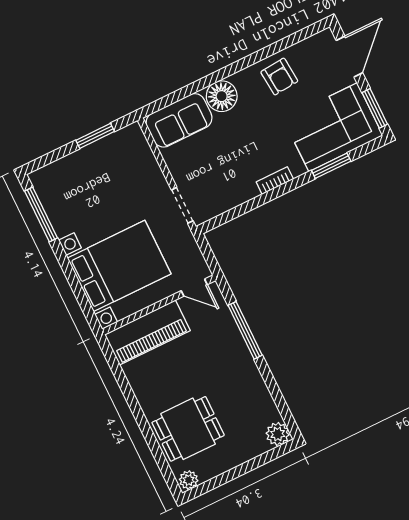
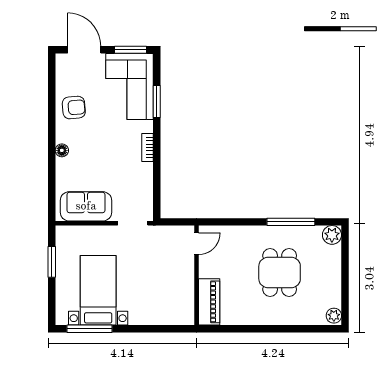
floor lamp: (222, 96) -> (62, 150), width x0.53, depth x0.53
sofa: (179, 120) -> (86, 206), moved, turned -90
bed with nightstands: (119, 266) -> (98, 290), moved, width x0.73
window: (245, 330) -> (291, 222), moved
piano: (147, 333) -> (209, 302), width x0.73, depth x0.75
dining table: (188, 429) -> (280, 272), moved

